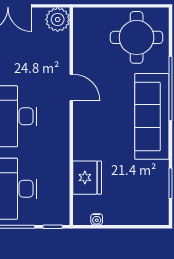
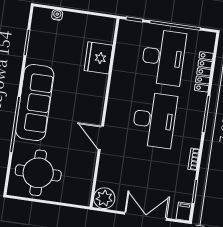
water cooler: (97, 219) -> (57, 15), moved

